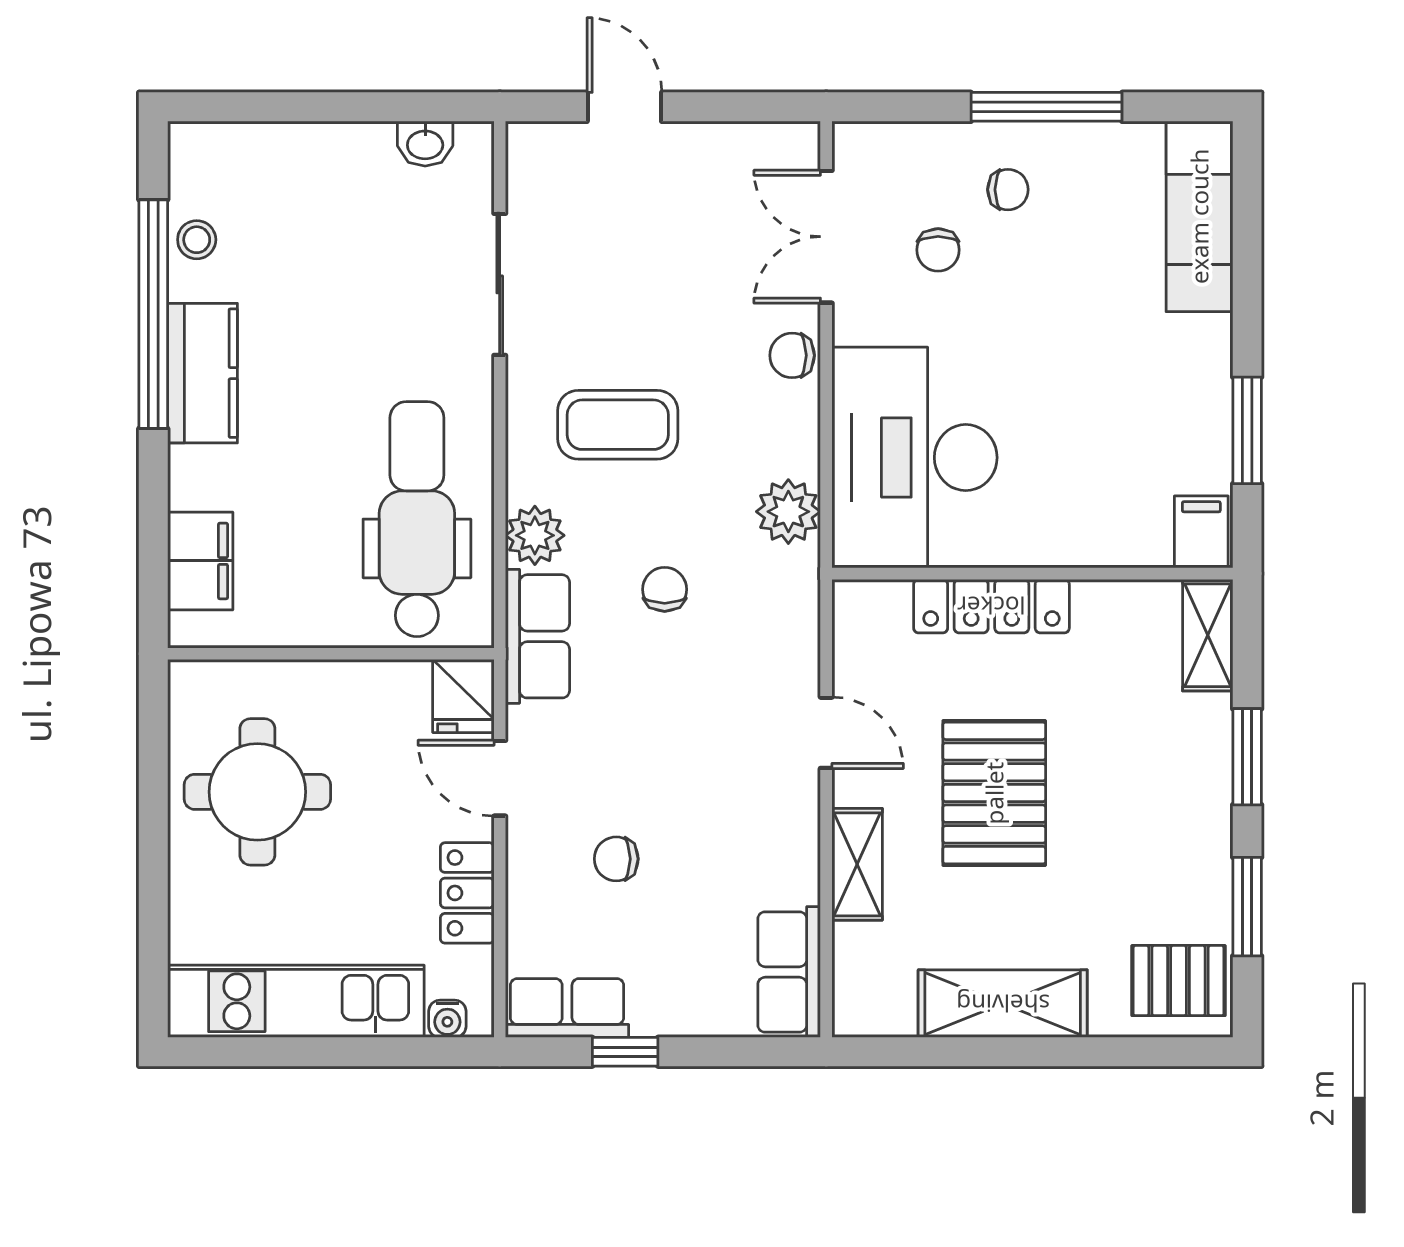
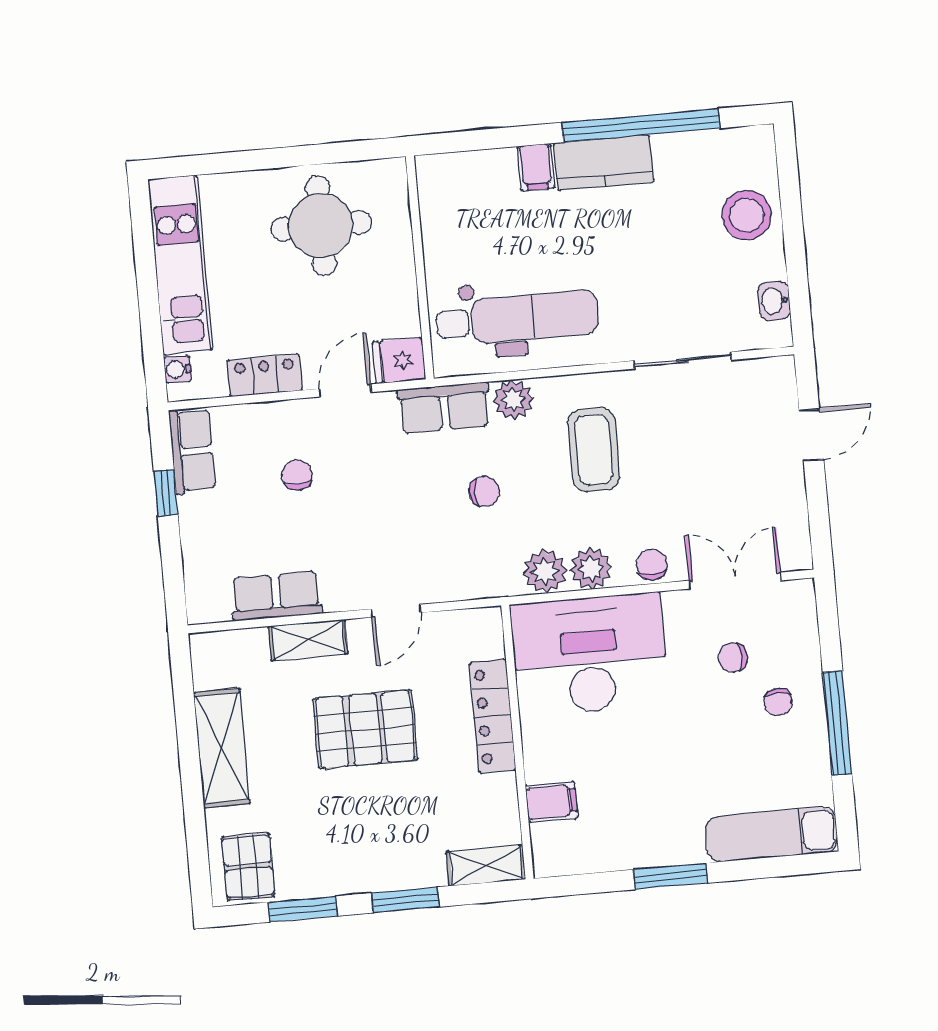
stool: (197, 240) -> (747, 215), moved, width x1.89, depth x1.89
window: (1247, 430) -> (671, 876), moved
plant: (790, 444) -> (591, 568), added
filing cabinet: (1201, 532) -> (551, 802), moved
filing cabinet: (200, 561) -> (536, 167), moved, width x0.50
row of seats: (789, 972) -> (276, 596), moved

